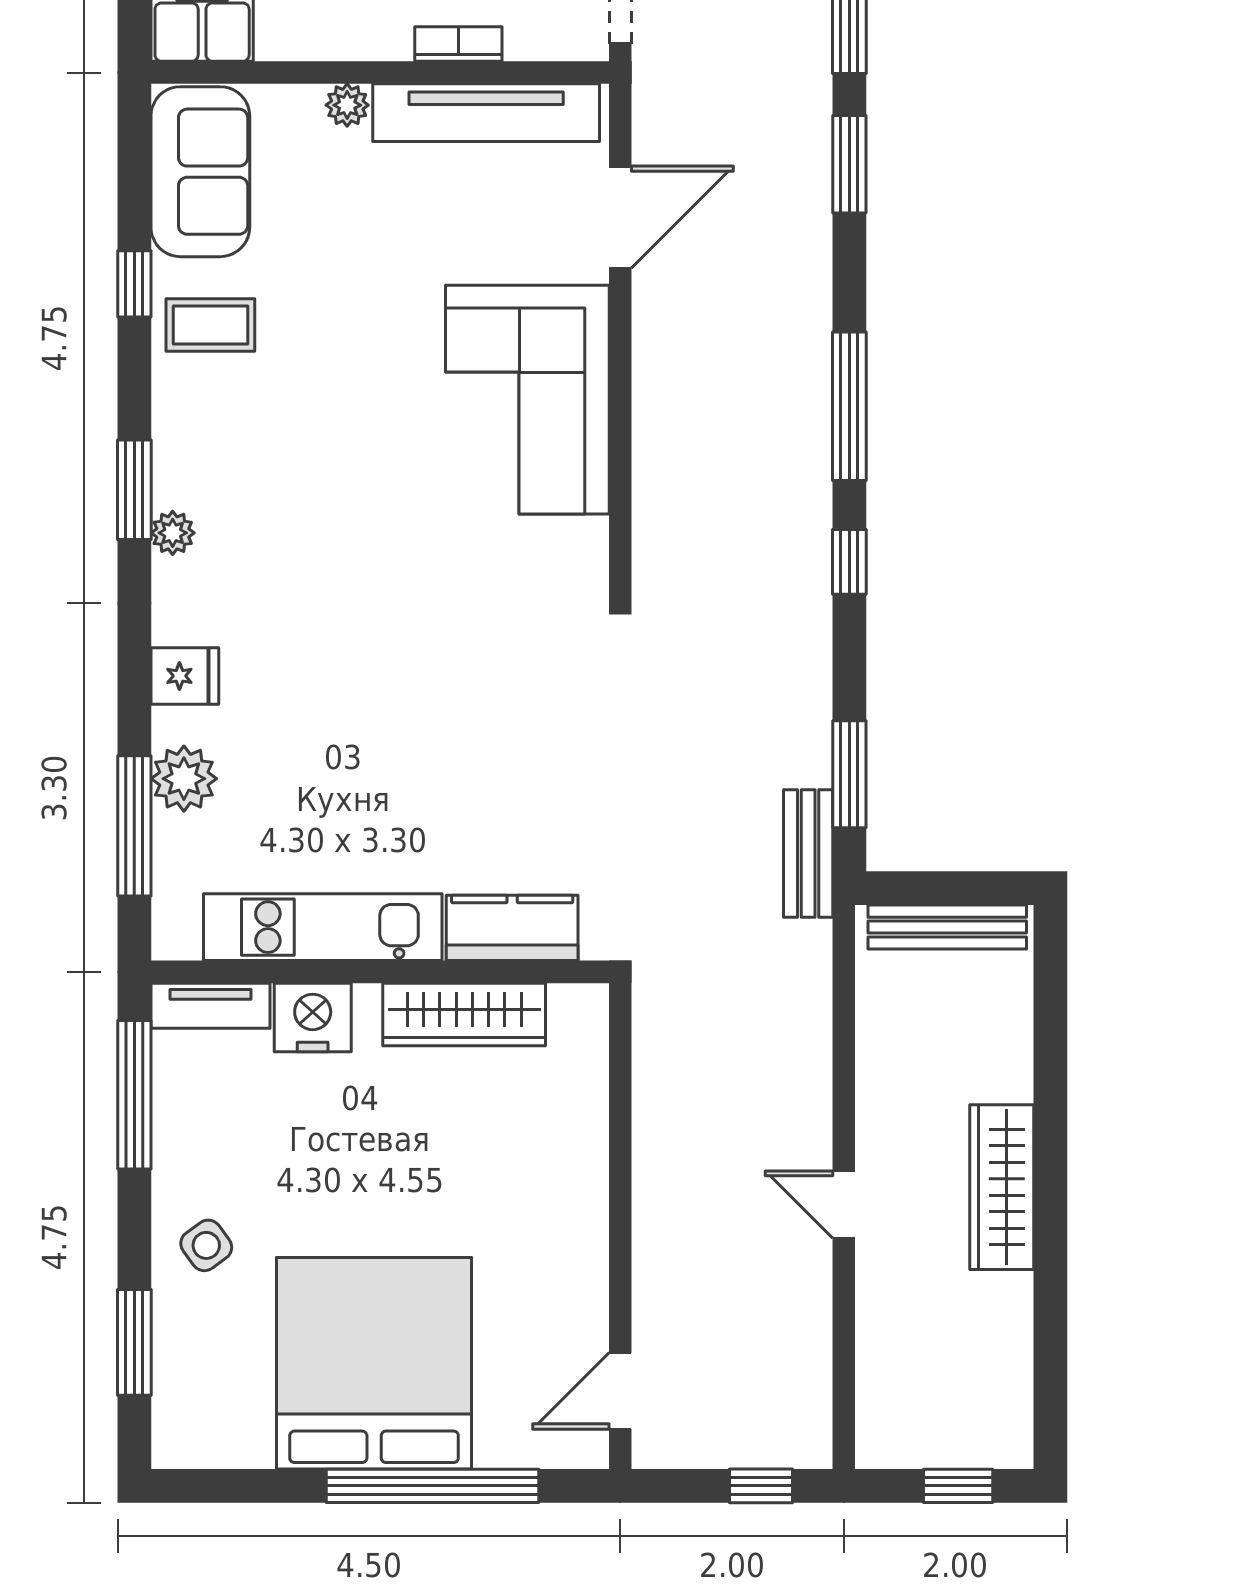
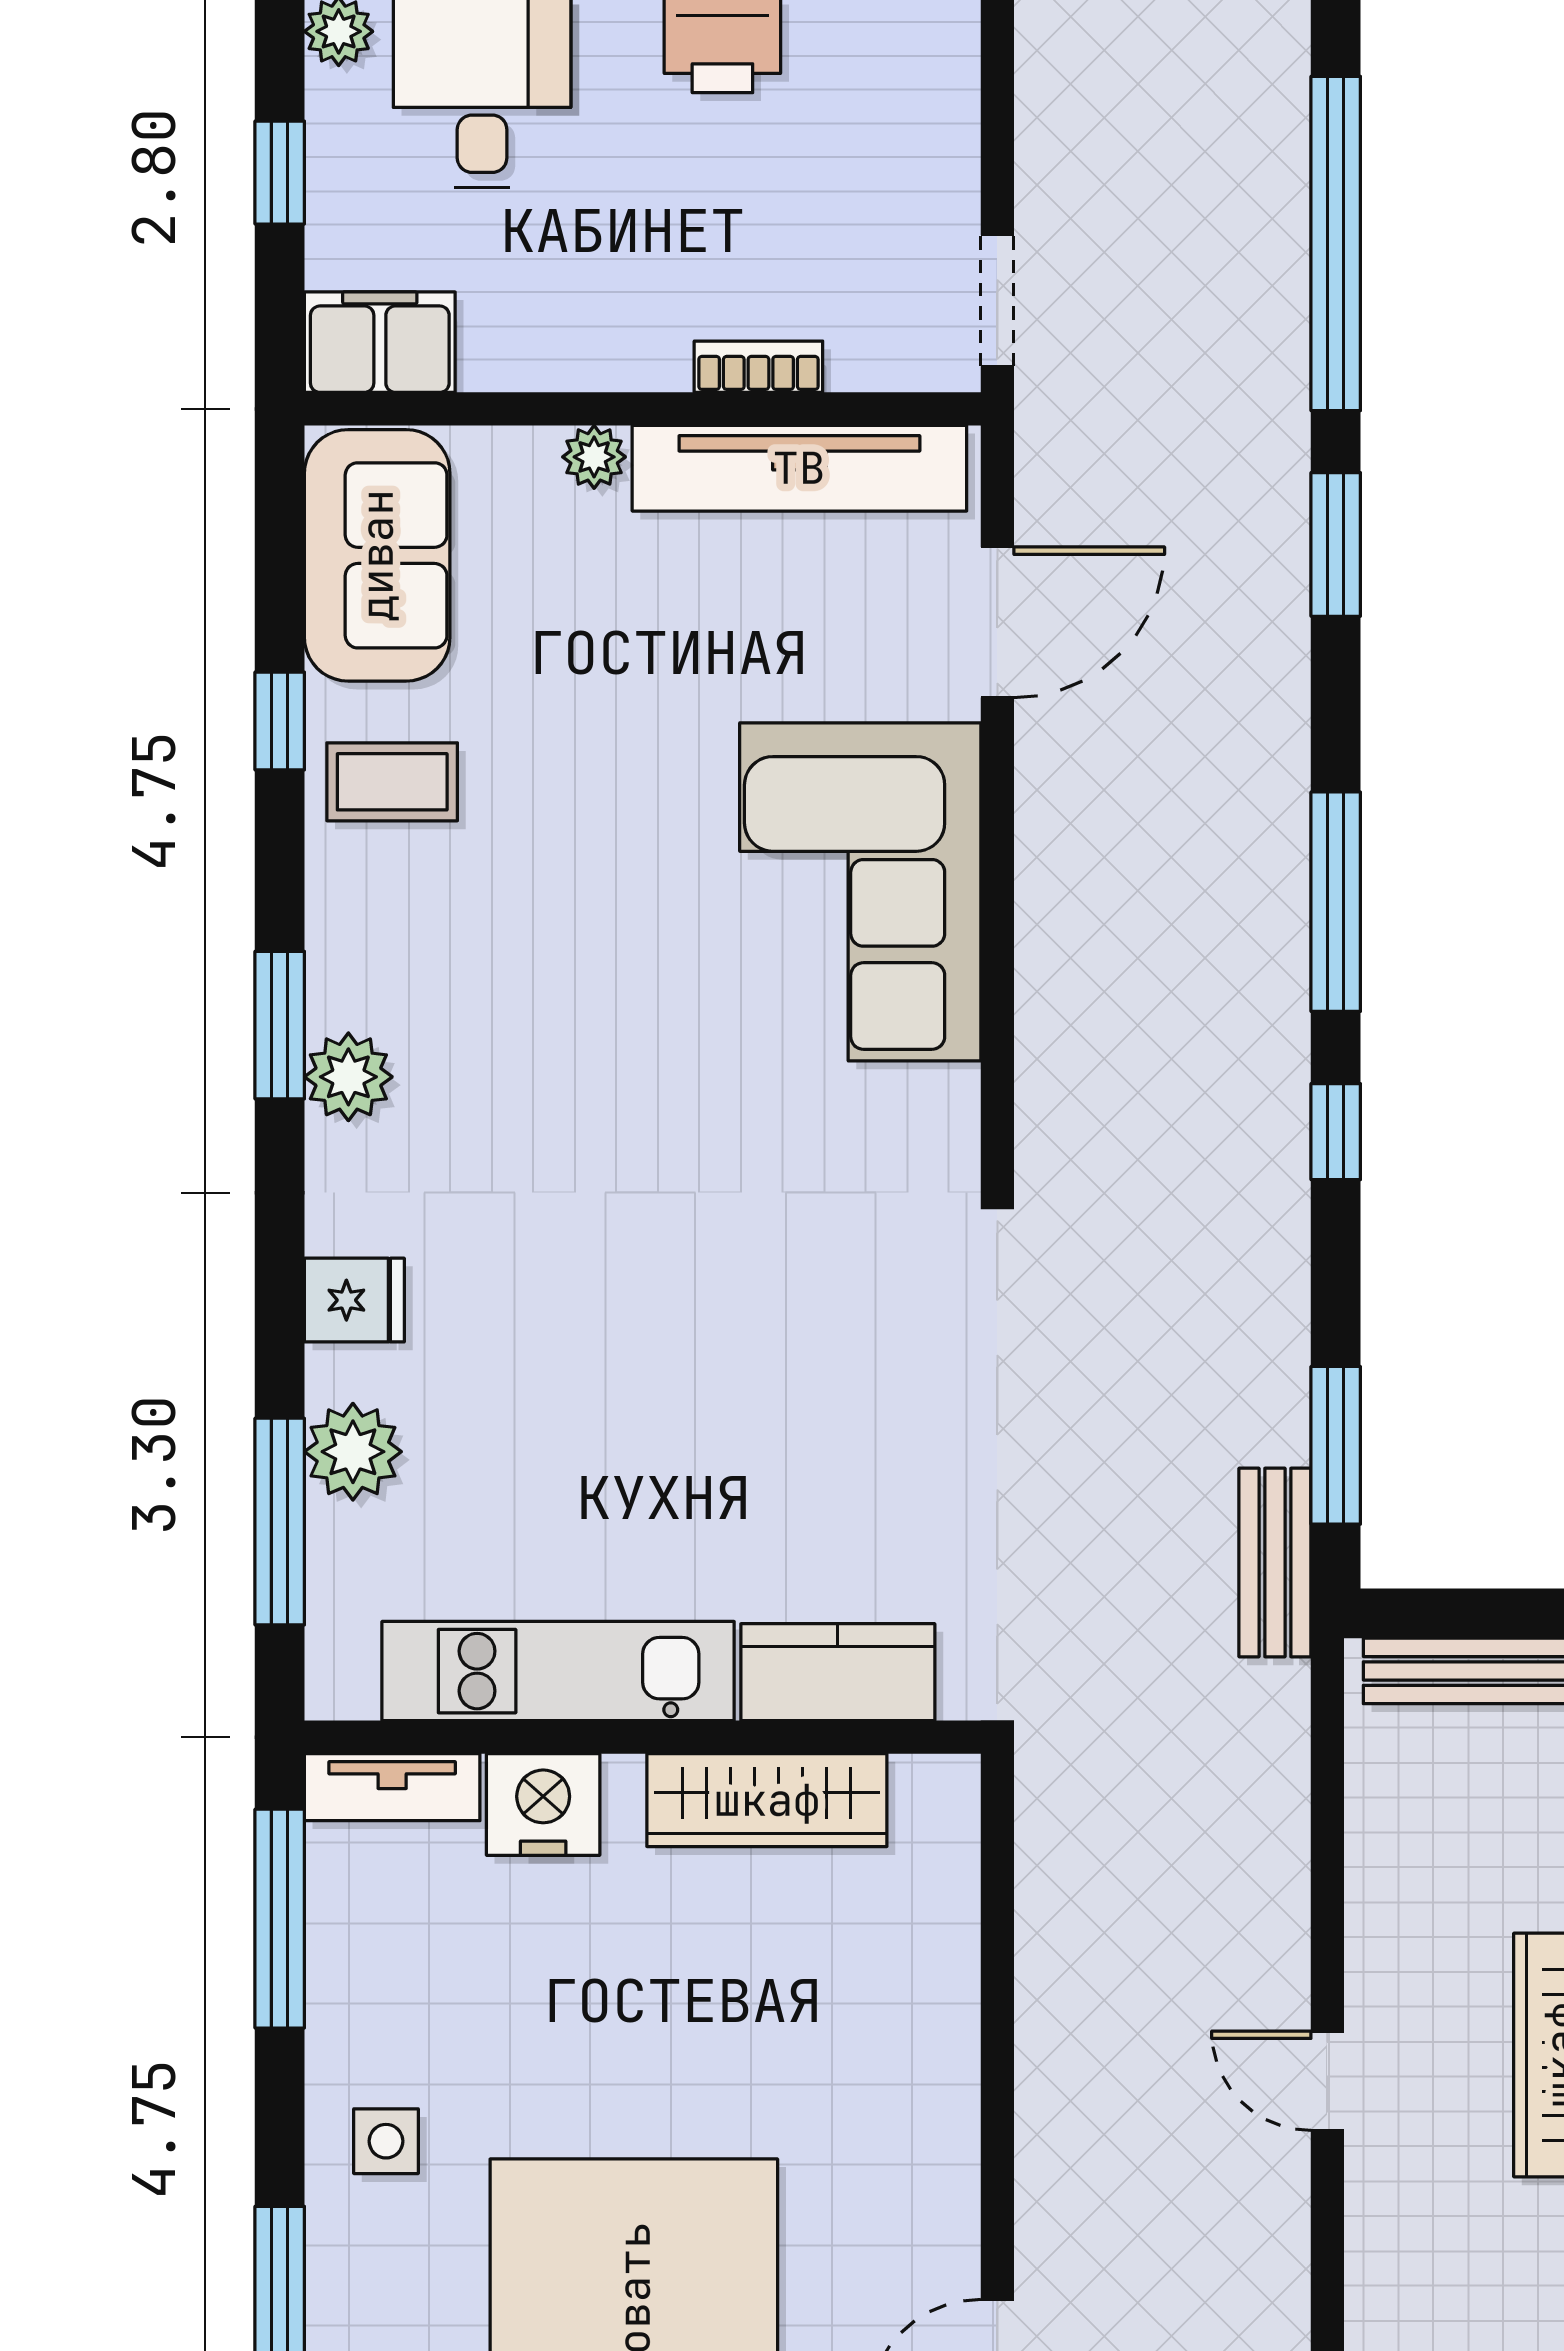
plant: (173, 533) -> (348, 1077), width x1.38, depth x1.38
side table: (206, 1245) -> (386, 2141), turned 36

